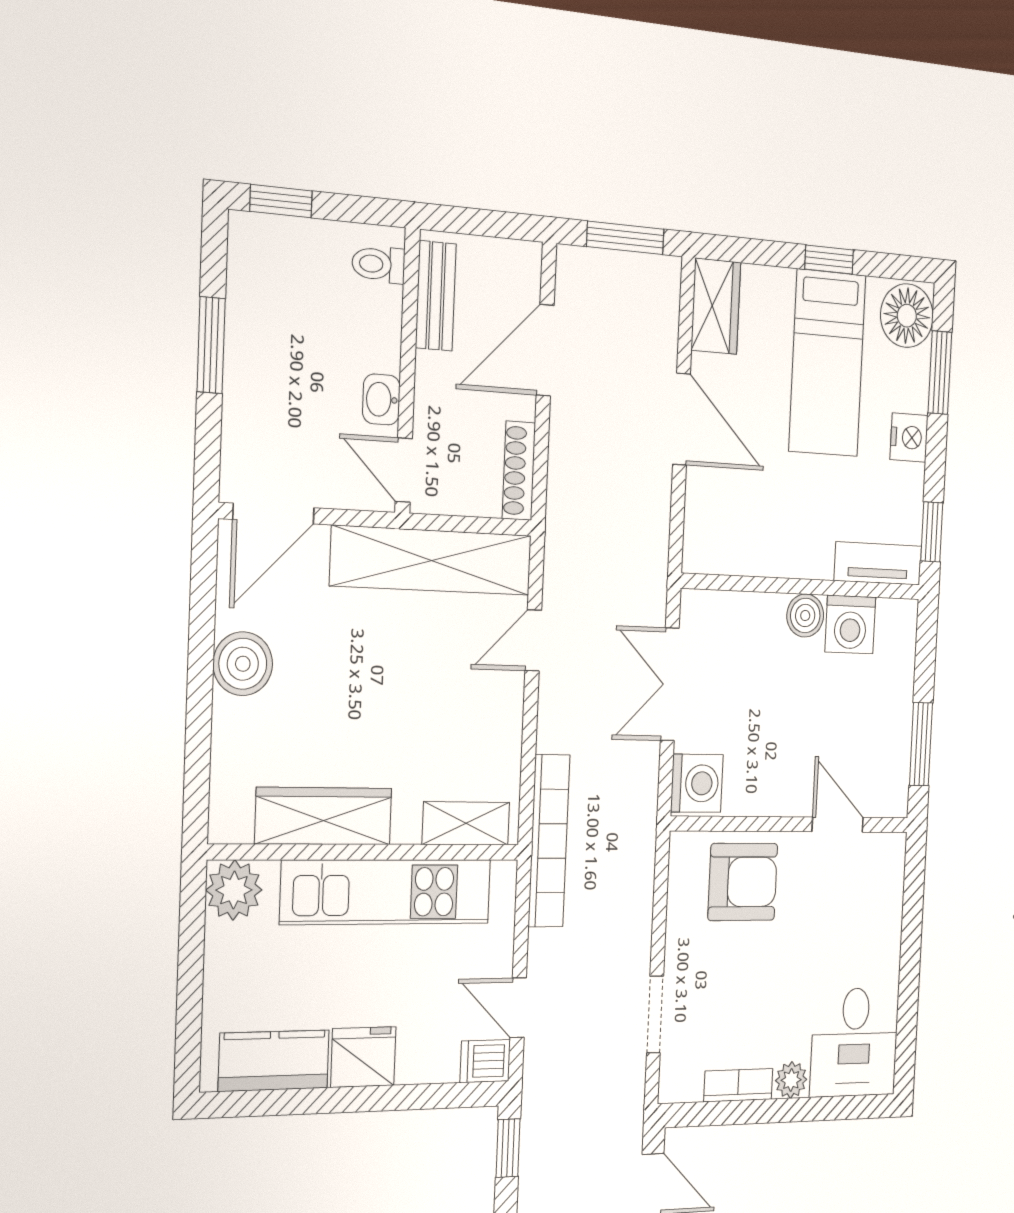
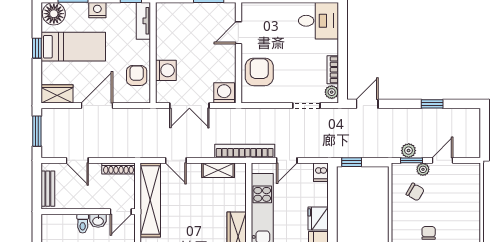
toilet: (379, 264) -> (83, 224), moved
bench: (436, 296) -> (48, 189), moved, turned 90
door: (545, 350) -> (77, 160), width x0.73
armchair: (750, 537) -> (137, 75), added
boiler: (805, 615) -> (163, 51), removed
washing machine: (850, 625) -> (166, 70), moved
shelving: (466, 823) -> (218, 170), moved, turned 90
door: (518, 1008) -> (287, 160), moved
plant: (791, 1080) -> (332, 92), moved

